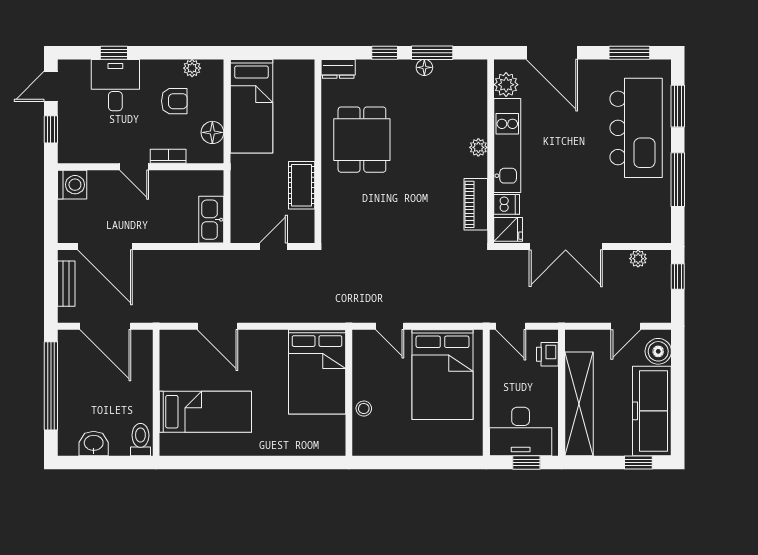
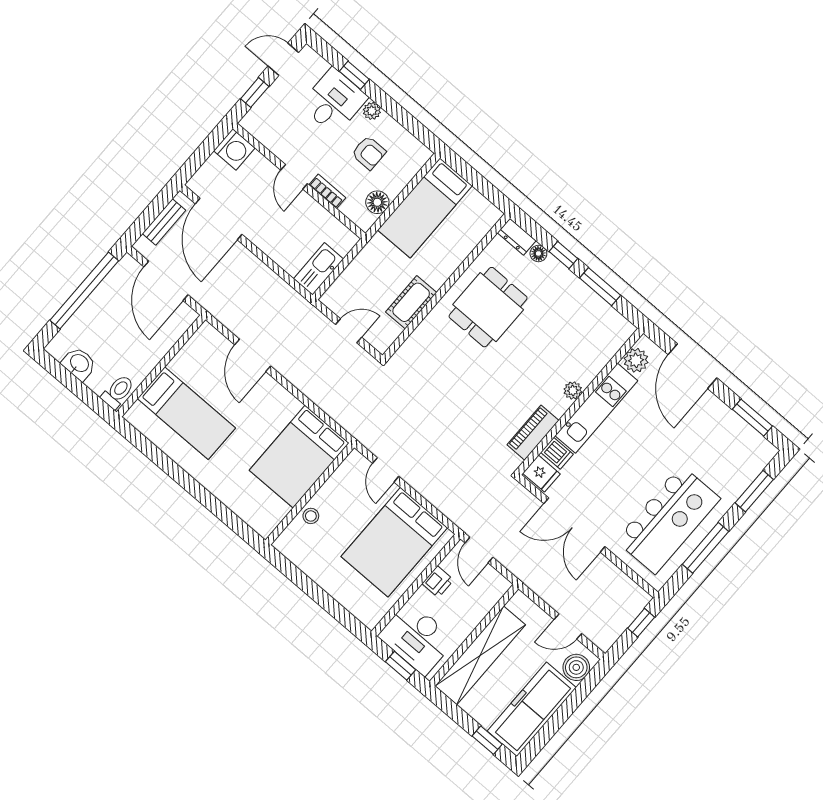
floor lamp: (424, 67) -> (538, 253), moved
plant: (192, 68) -> (372, 111), moved
kitchen island: (636, 128) -> (668, 520), moved
plant: (638, 259) -> (622, 582), removed
printer: (547, 354) -> (438, 582), moved, turned 180

